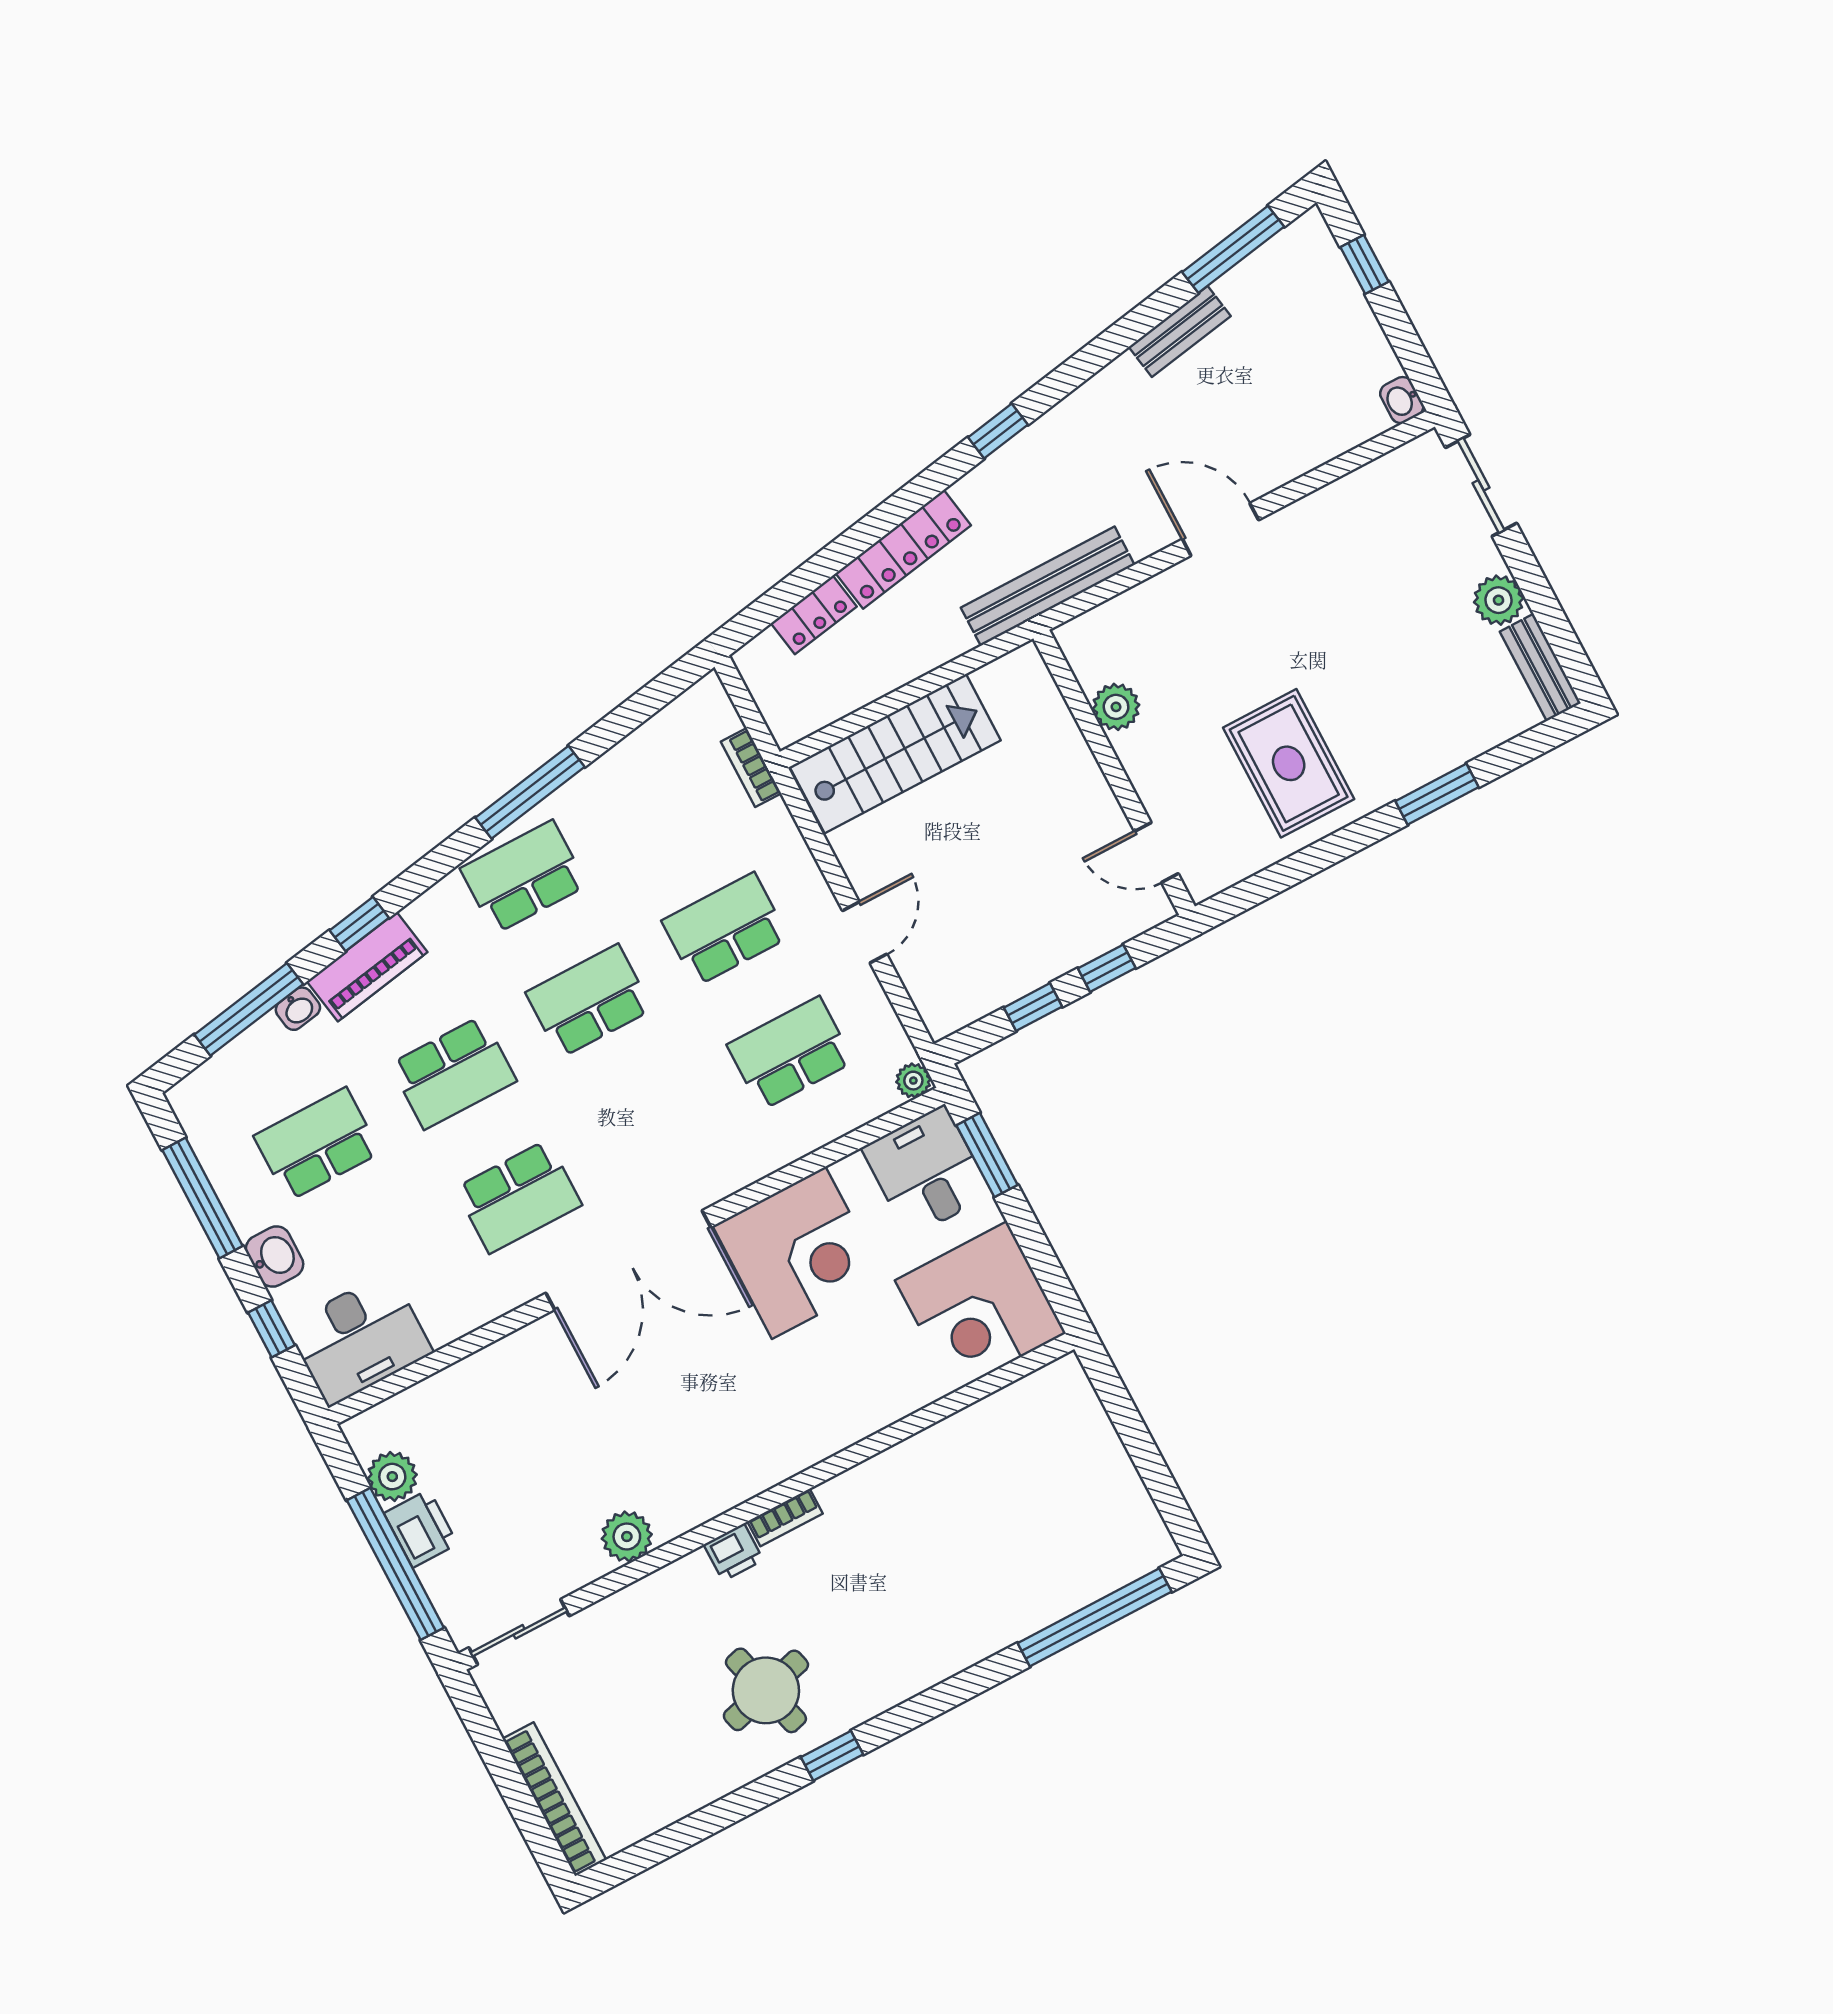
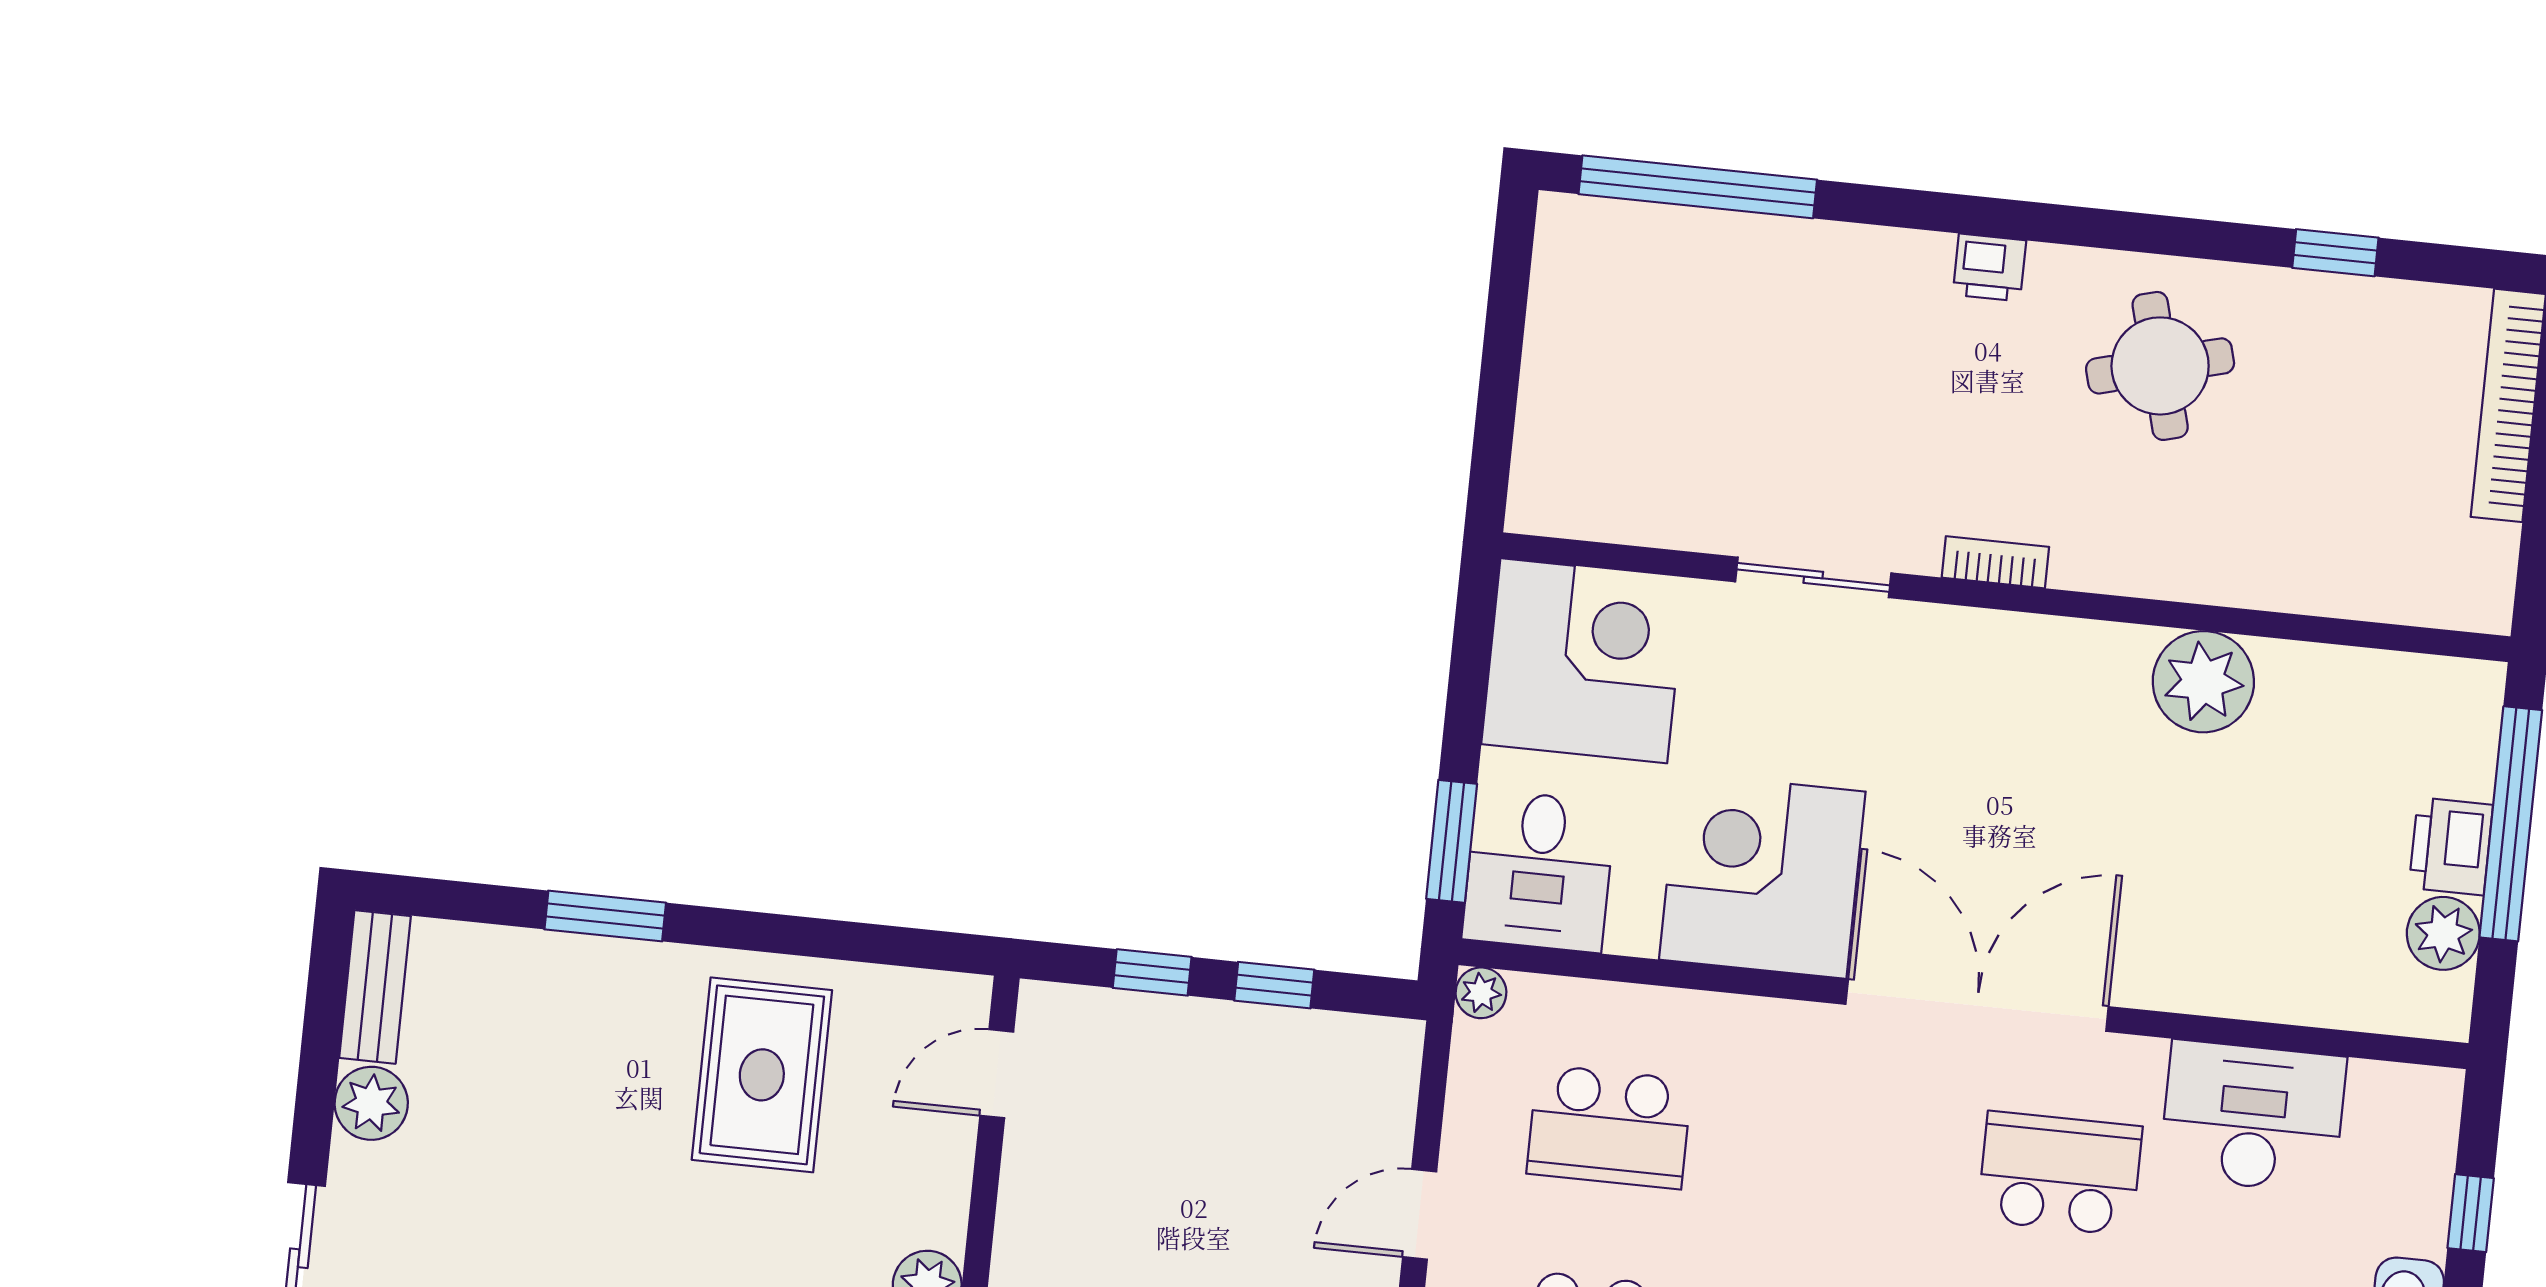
door: (1156, 853) -> (997, 1074), swing flipped
desk: (359, 1339) -> (2253, 1117), moved
plant: (627, 1536) -> (2203, 682), width x1.36, depth x1.36
printer: (734, 1552) -> (1989, 268), moved, turned 180
sliding door: (519, 1632) -> (1813, 577), moved
window: (832, 1756) -> (2335, 253), moved

